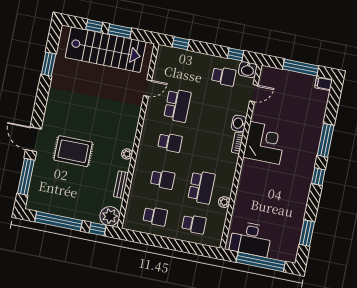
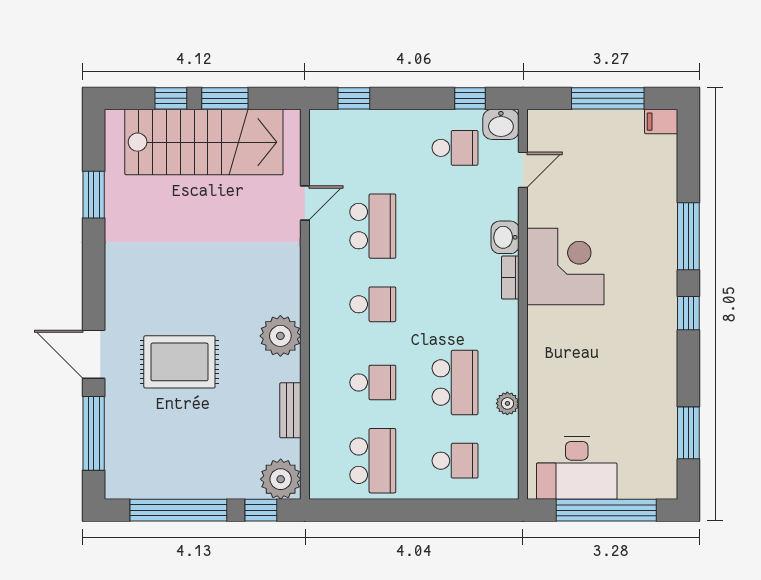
plant: (127, 154) -> (280, 336), width x1.87, depth x1.87
school desk: (155, 216) -> (373, 461), width x1.85

